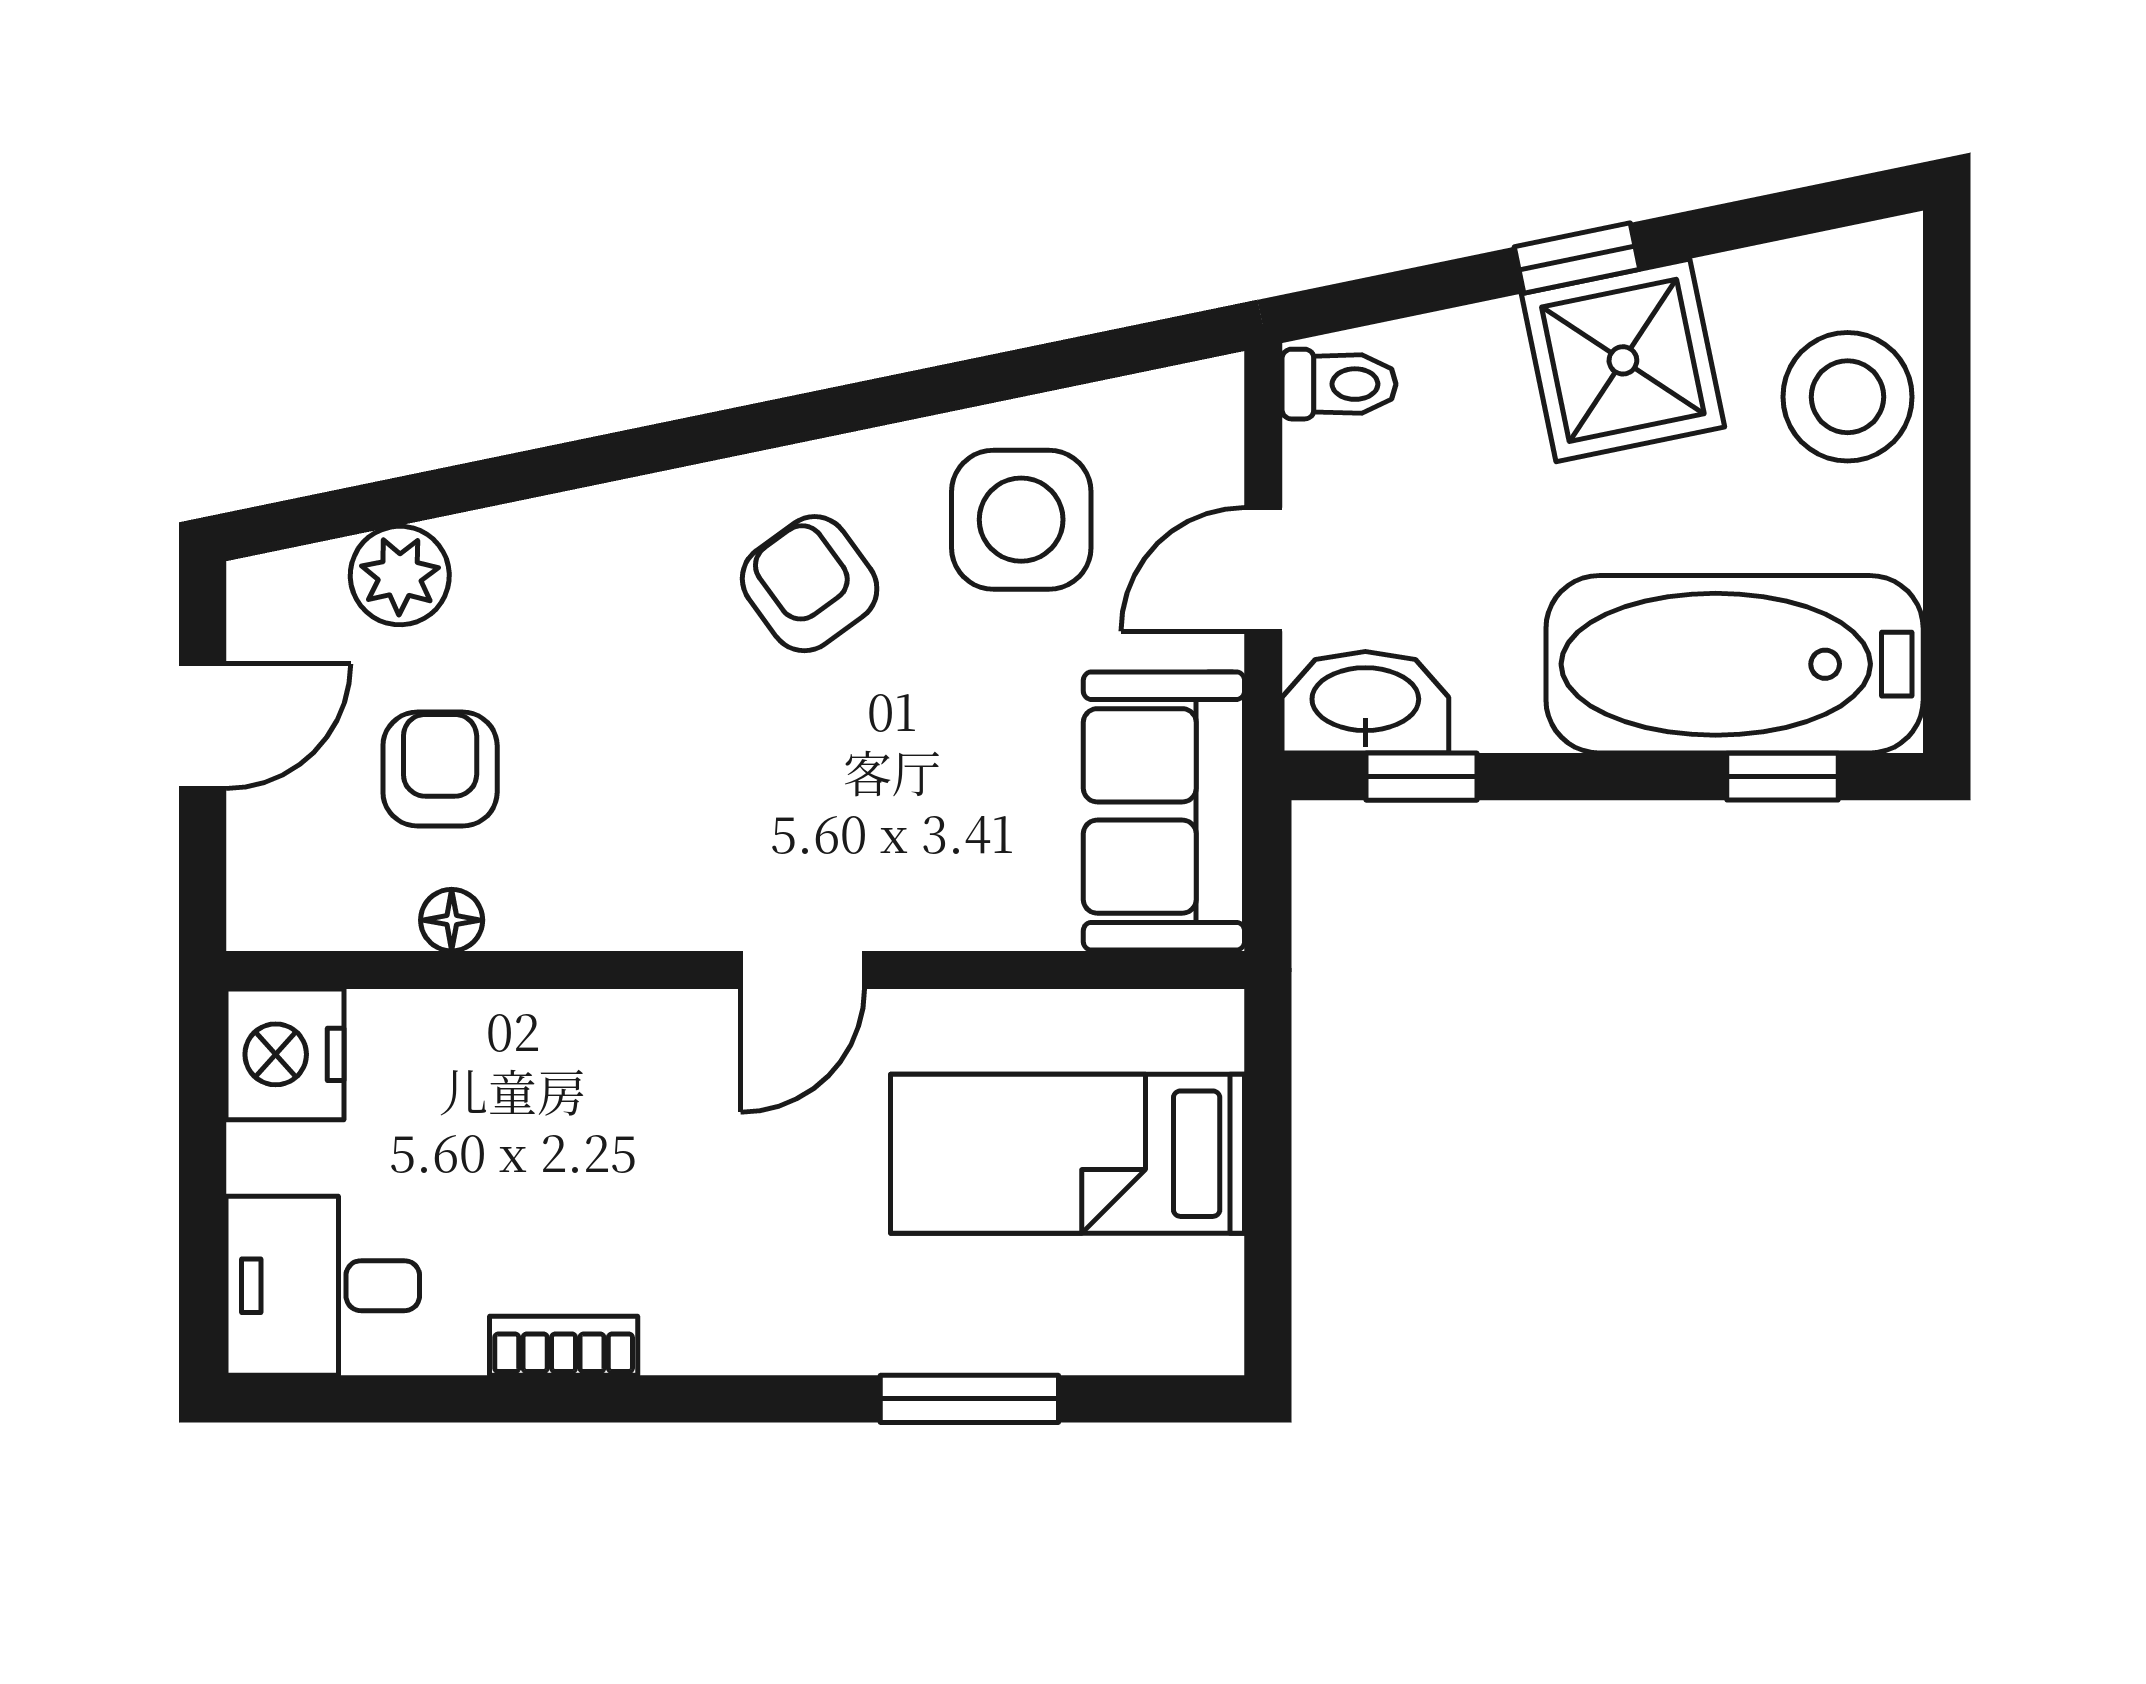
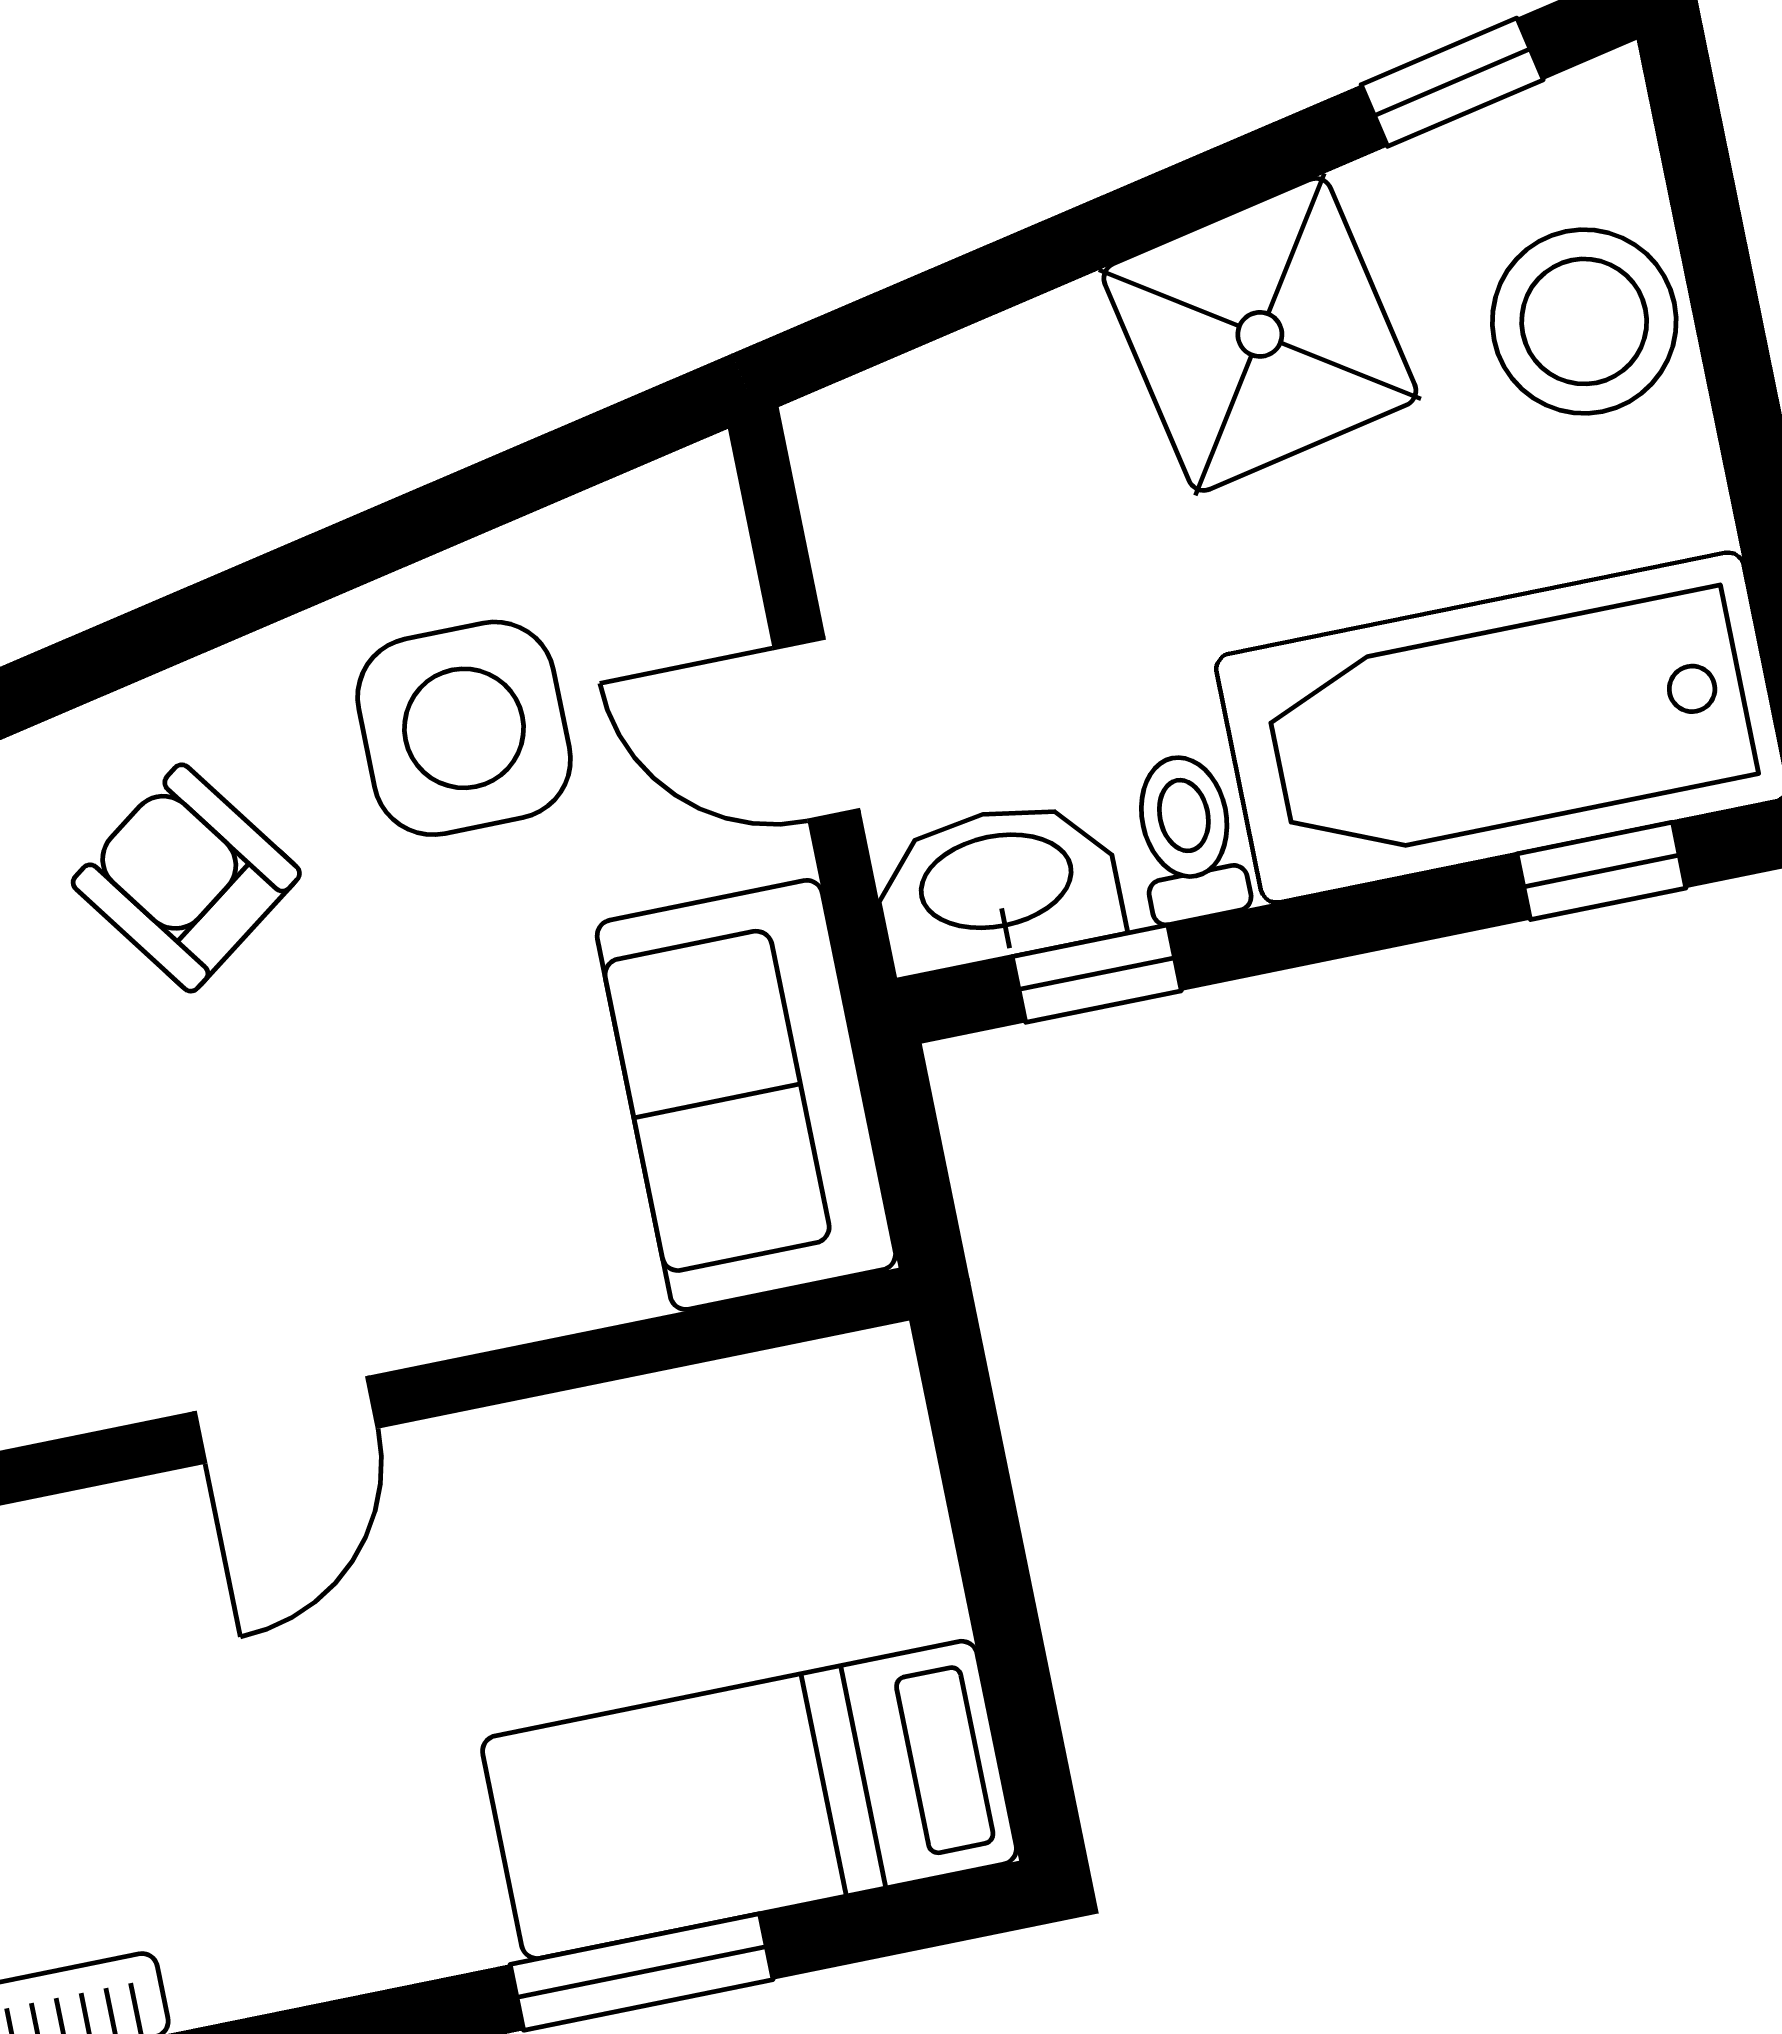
window: (1577, 258) -> (1452, 82), moved
toilet: (1339, 384) -> (1188, 838), moved, turned -90
door: (1263, 570) -> (817, 729), hinge flipped
bed: (1068, 1154) -> (749, 1800), moved

